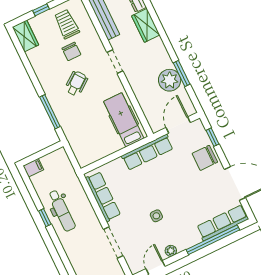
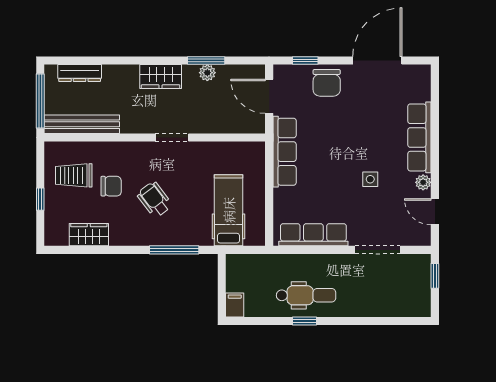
wardrobe: (146, 25) -> (161, 77), moved
wardrobe: (25, 36) -> (89, 235), moved
doorway: (115, 62) -> (172, 137), moved
plant: (170, 80) -> (207, 73), width x0.53, depth x0.53
hospital bed: (124, 120) -> (229, 210), moved, turned 90
row of seats: (223, 223) -> (419, 137), moved
window: (213, 240) -> (435, 122), removed

